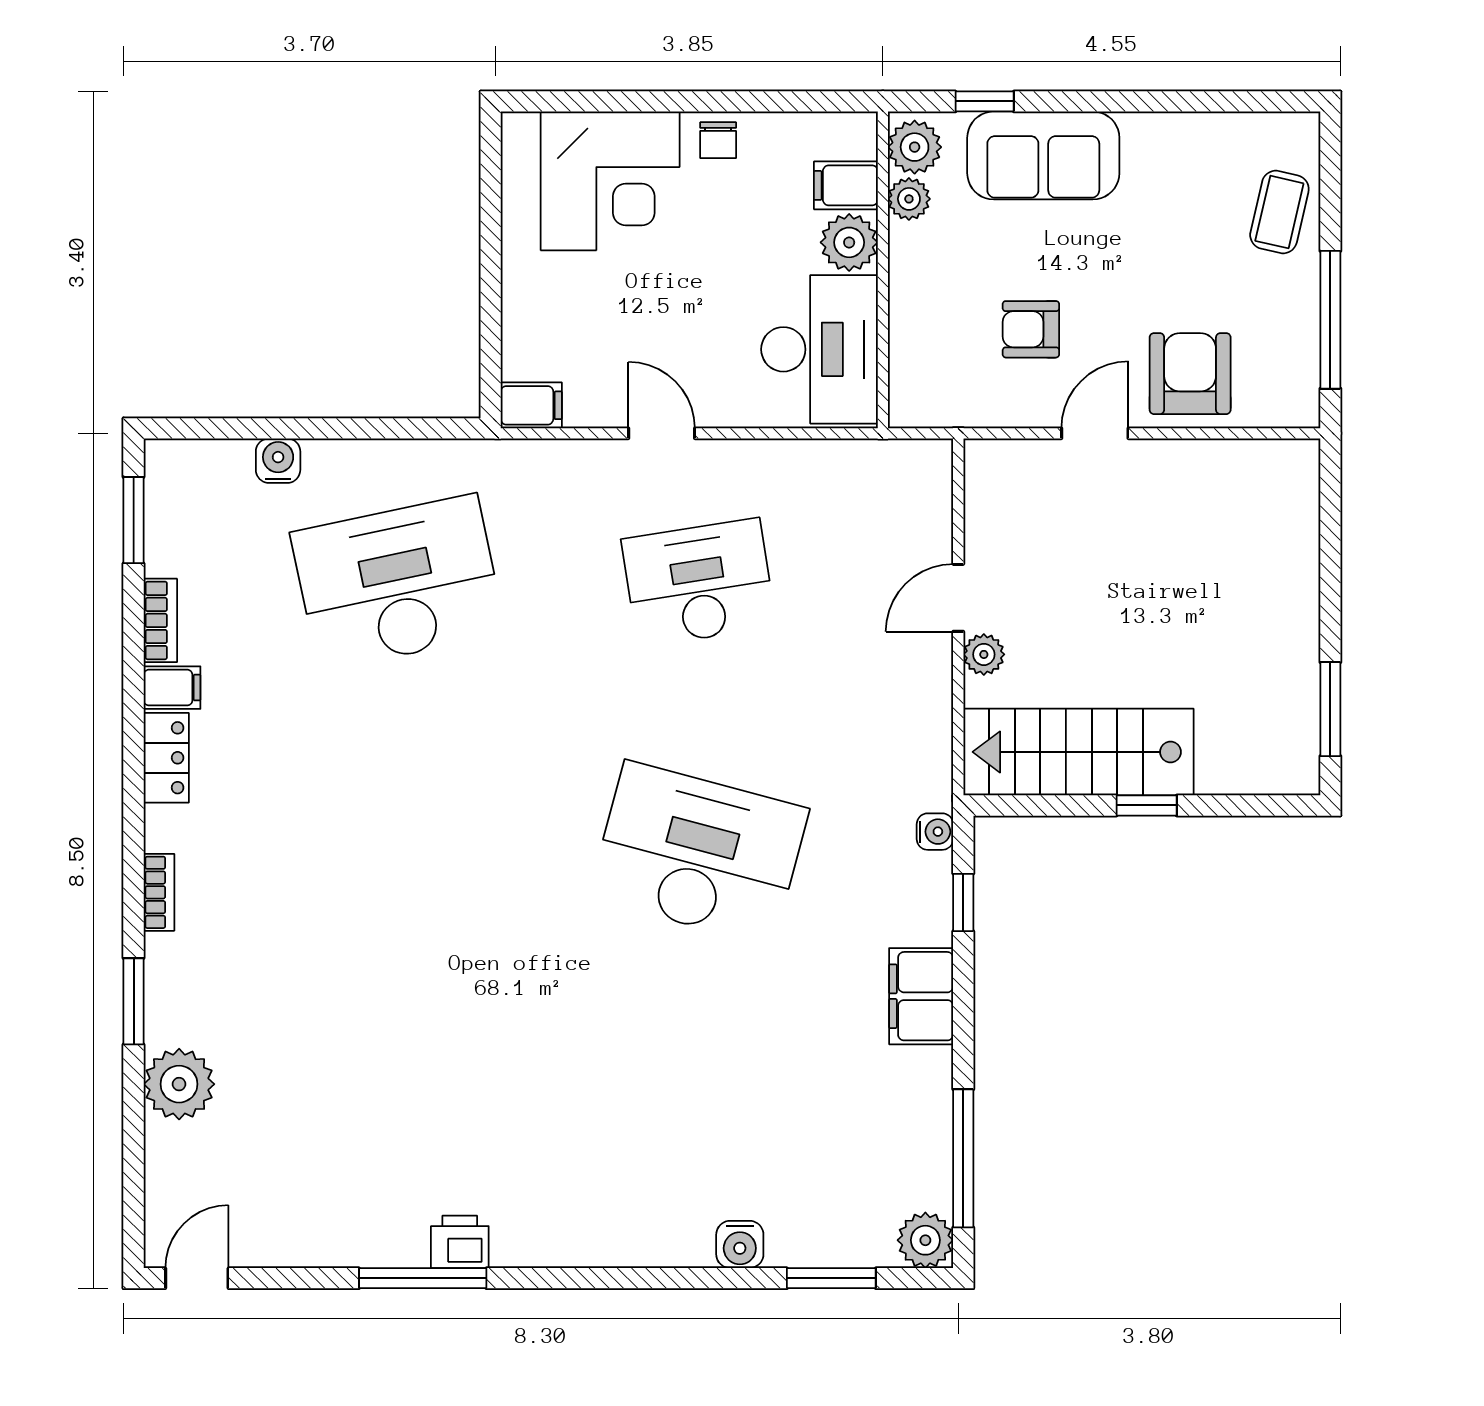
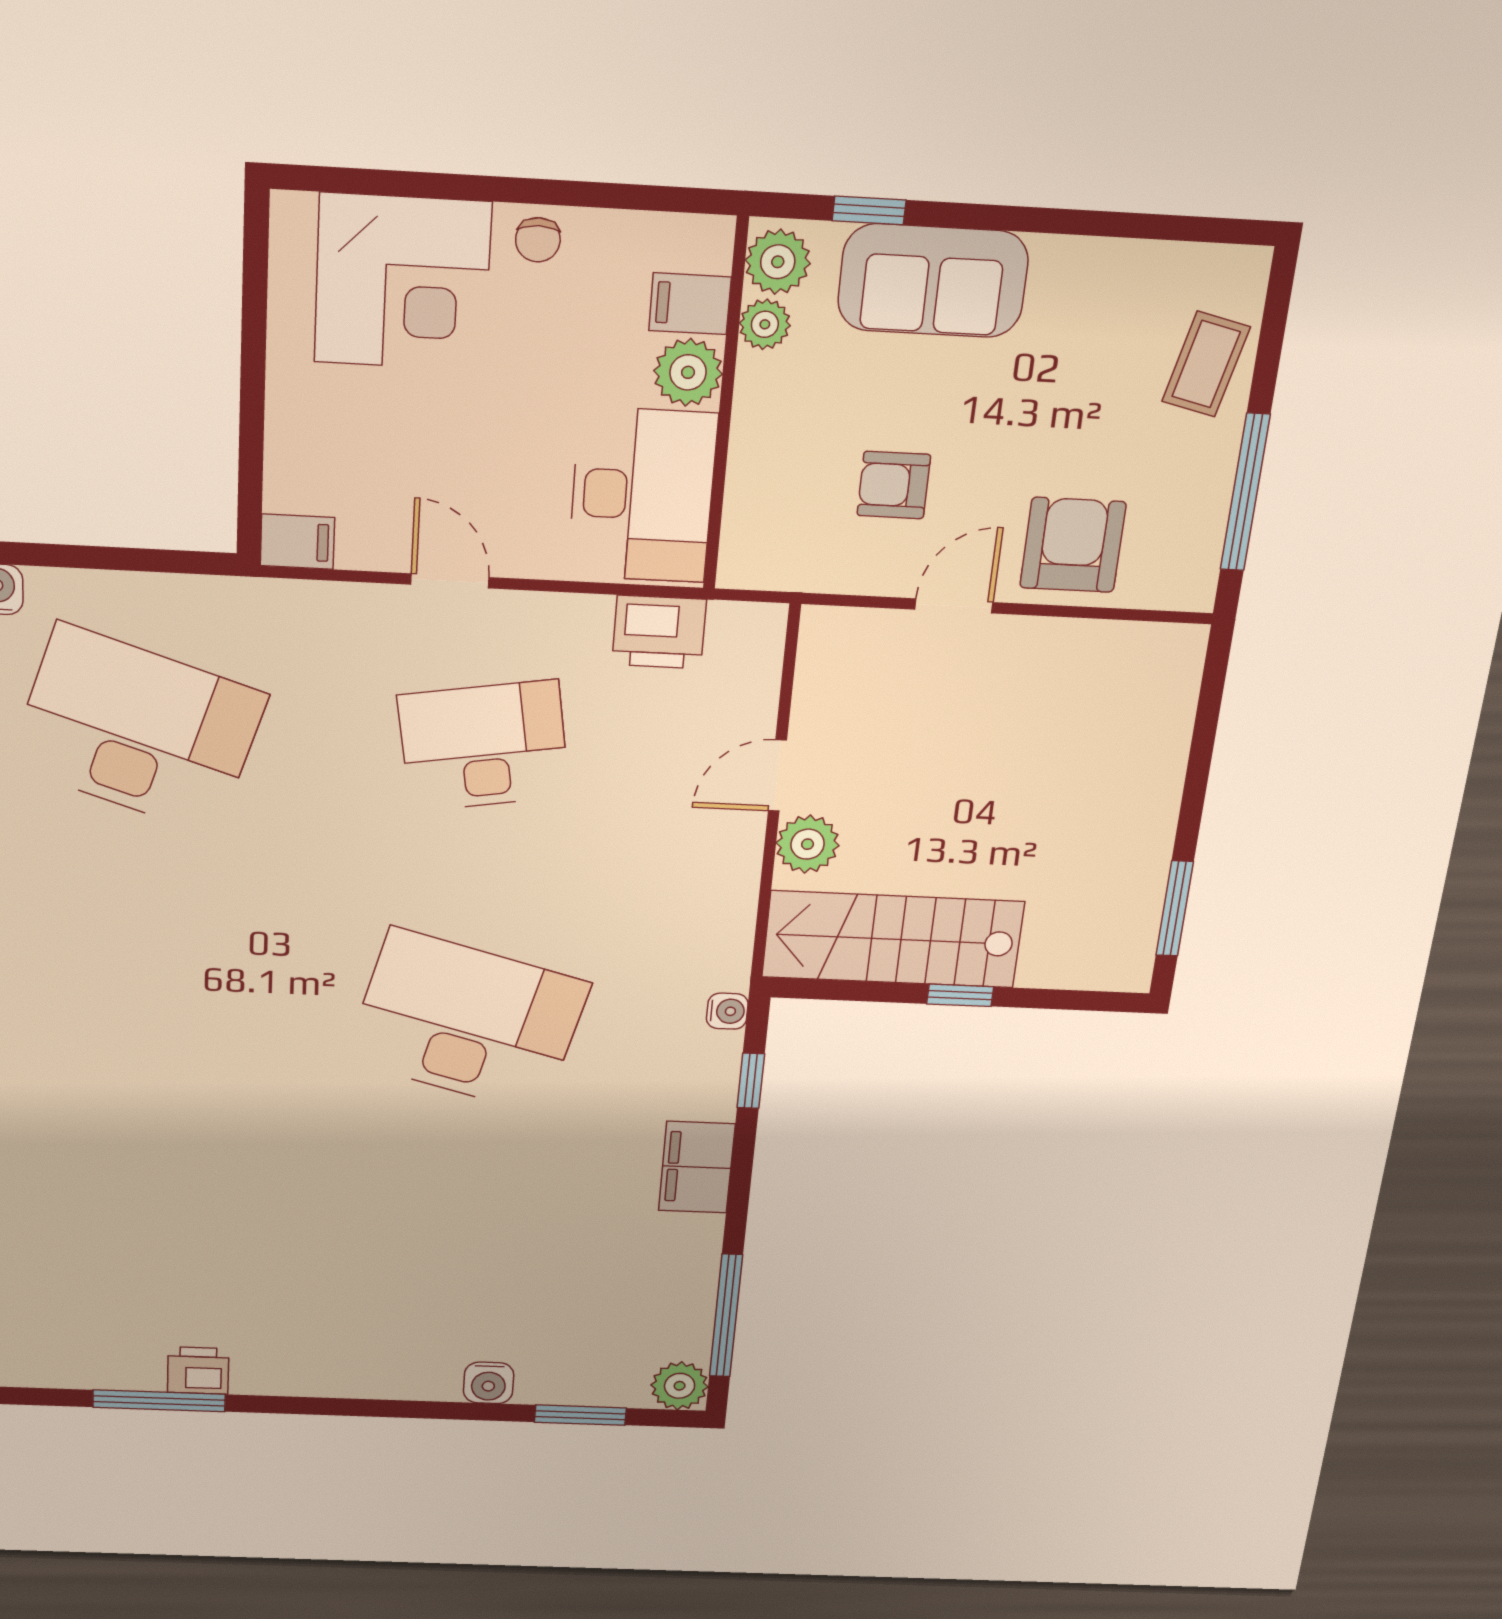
printer: (843, 470) -> (659, 632), added
desk: (398, 583) -> (138, 730), turned 30
plant: (984, 654) -> (808, 844), width x1.38, depth x1.38

